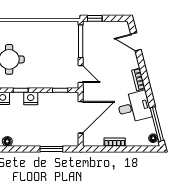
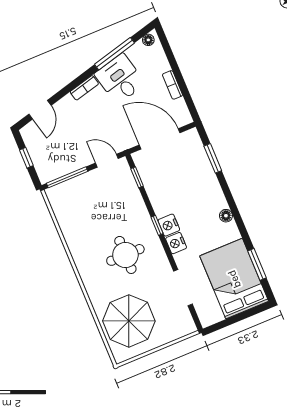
window: (95, 18) -> (26, 158), moved
door: (81, 74) -> (107, 161), hinge flipped
nightstand: (31, 99) -> (169, 225), moved
window: (157, 124) -> (115, 54), moved

